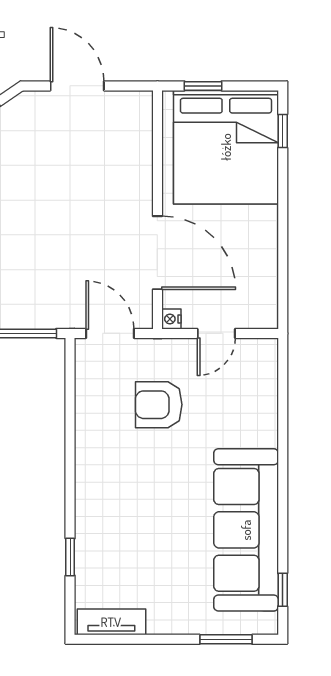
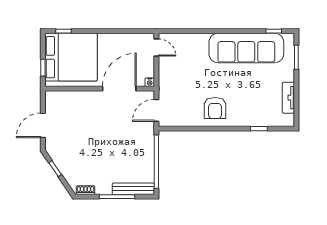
door: (216, 333) -> (156, 47), moved
armchair: (159, 405) -> (215, 108), moved
tv unit: (111, 622) -> (288, 98), moved

